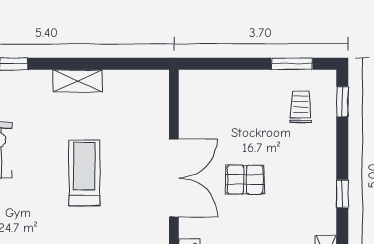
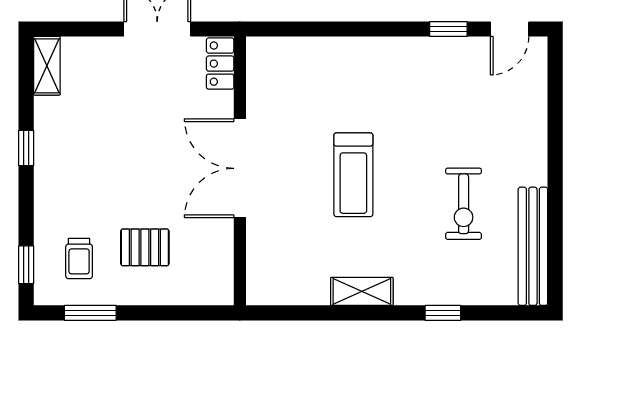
pallet: (245, 180) -> (145, 247), moved

